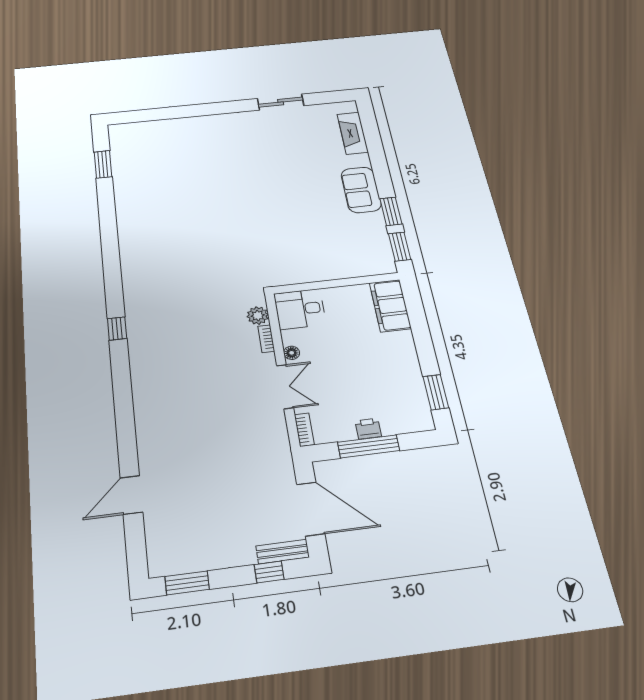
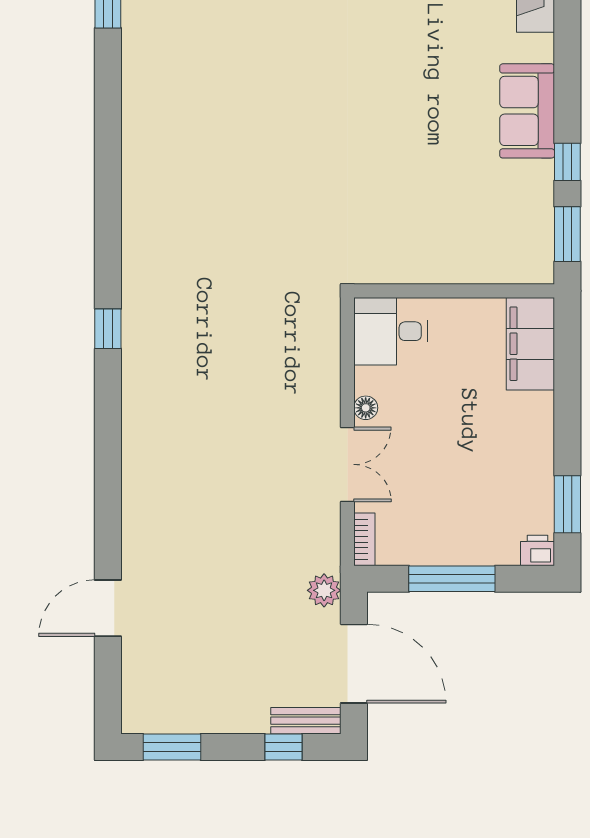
window: (391, 211) -> (567, 162), width x0.67
plant: (258, 316) -> (324, 590), moved
bookcase: (266, 339) -> (331, 378), removed
printer: (368, 429) -> (538, 551), moved

